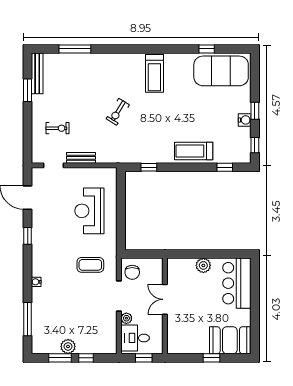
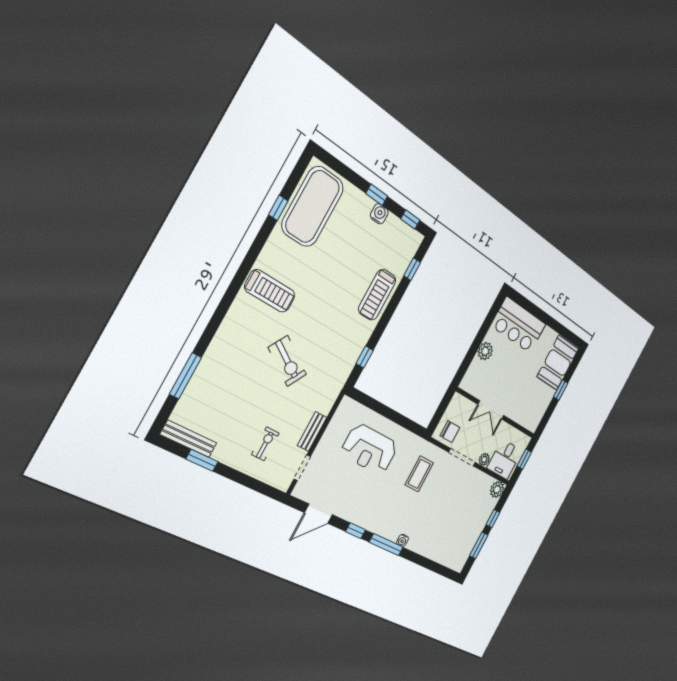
exercise bike: (118, 112) -> (287, 361), width x1.38, depth x1.39
window: (28, 319) -> (386, 545), moved
plant: (68, 346) -> (497, 489), moved

